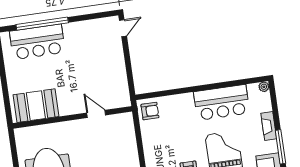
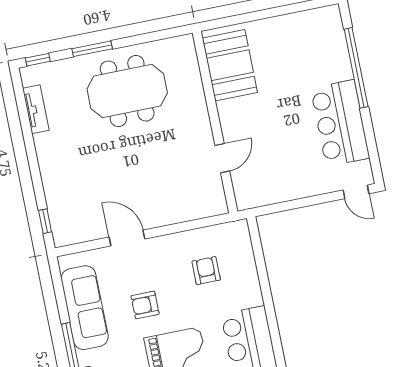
bar counter: (37, 42) -> (340, 123), moved
armchair: (150, 111) -> (206, 271), moved, turned 180

